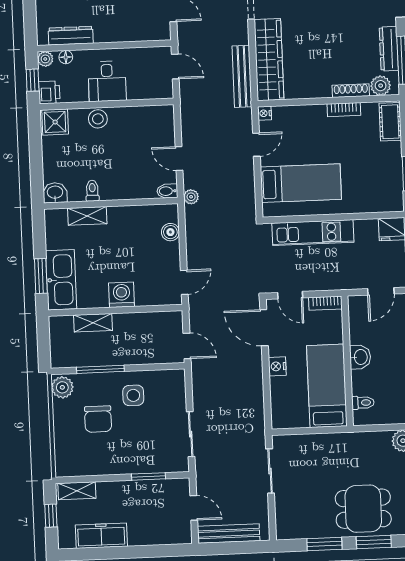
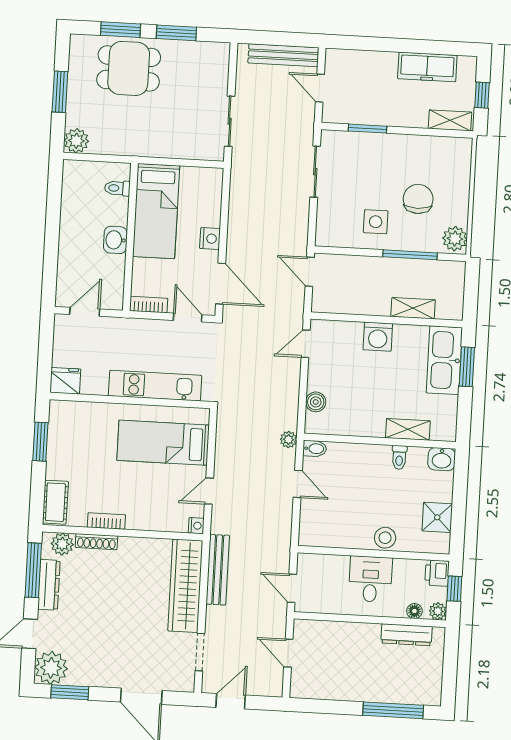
shower: (55, 122) -> (437, 517), moved

